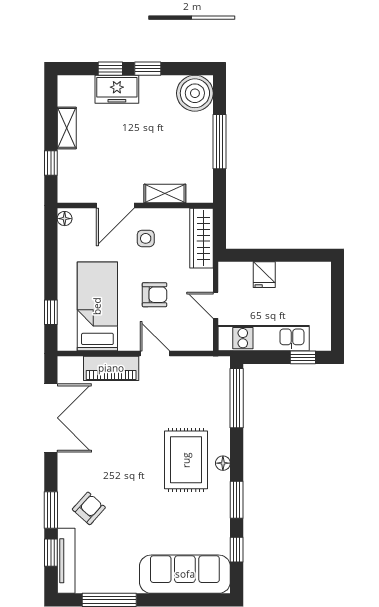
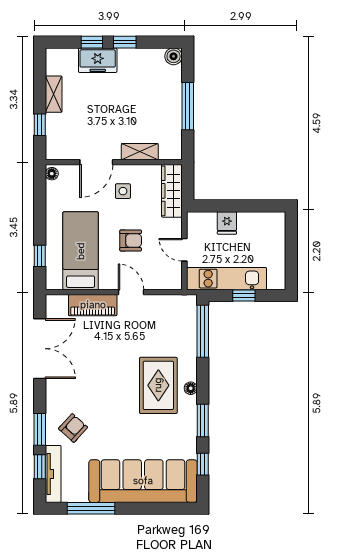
boiler: (195, 93) -> (174, 56), width x0.54, depth x0.54
window: (303, 357) -> (244, 296), moved
sofa: (185, 574) -> (143, 481), width x1.36, depth x1.27

